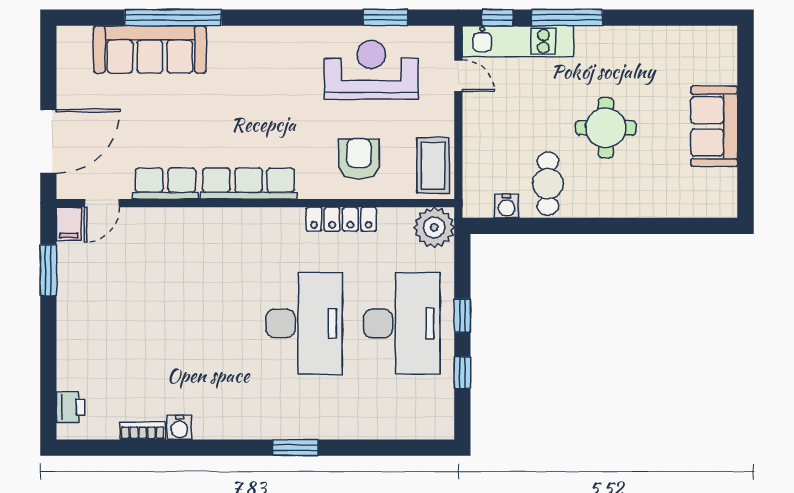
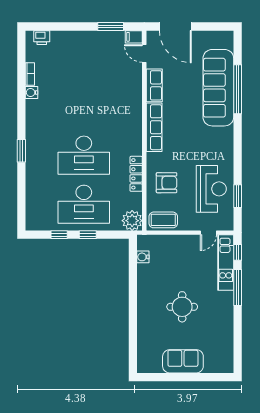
sofa: (150, 49) -> (218, 88), width x1.36, depth x1.27
cafe table: (548, 184) -> (154, 278), removed

